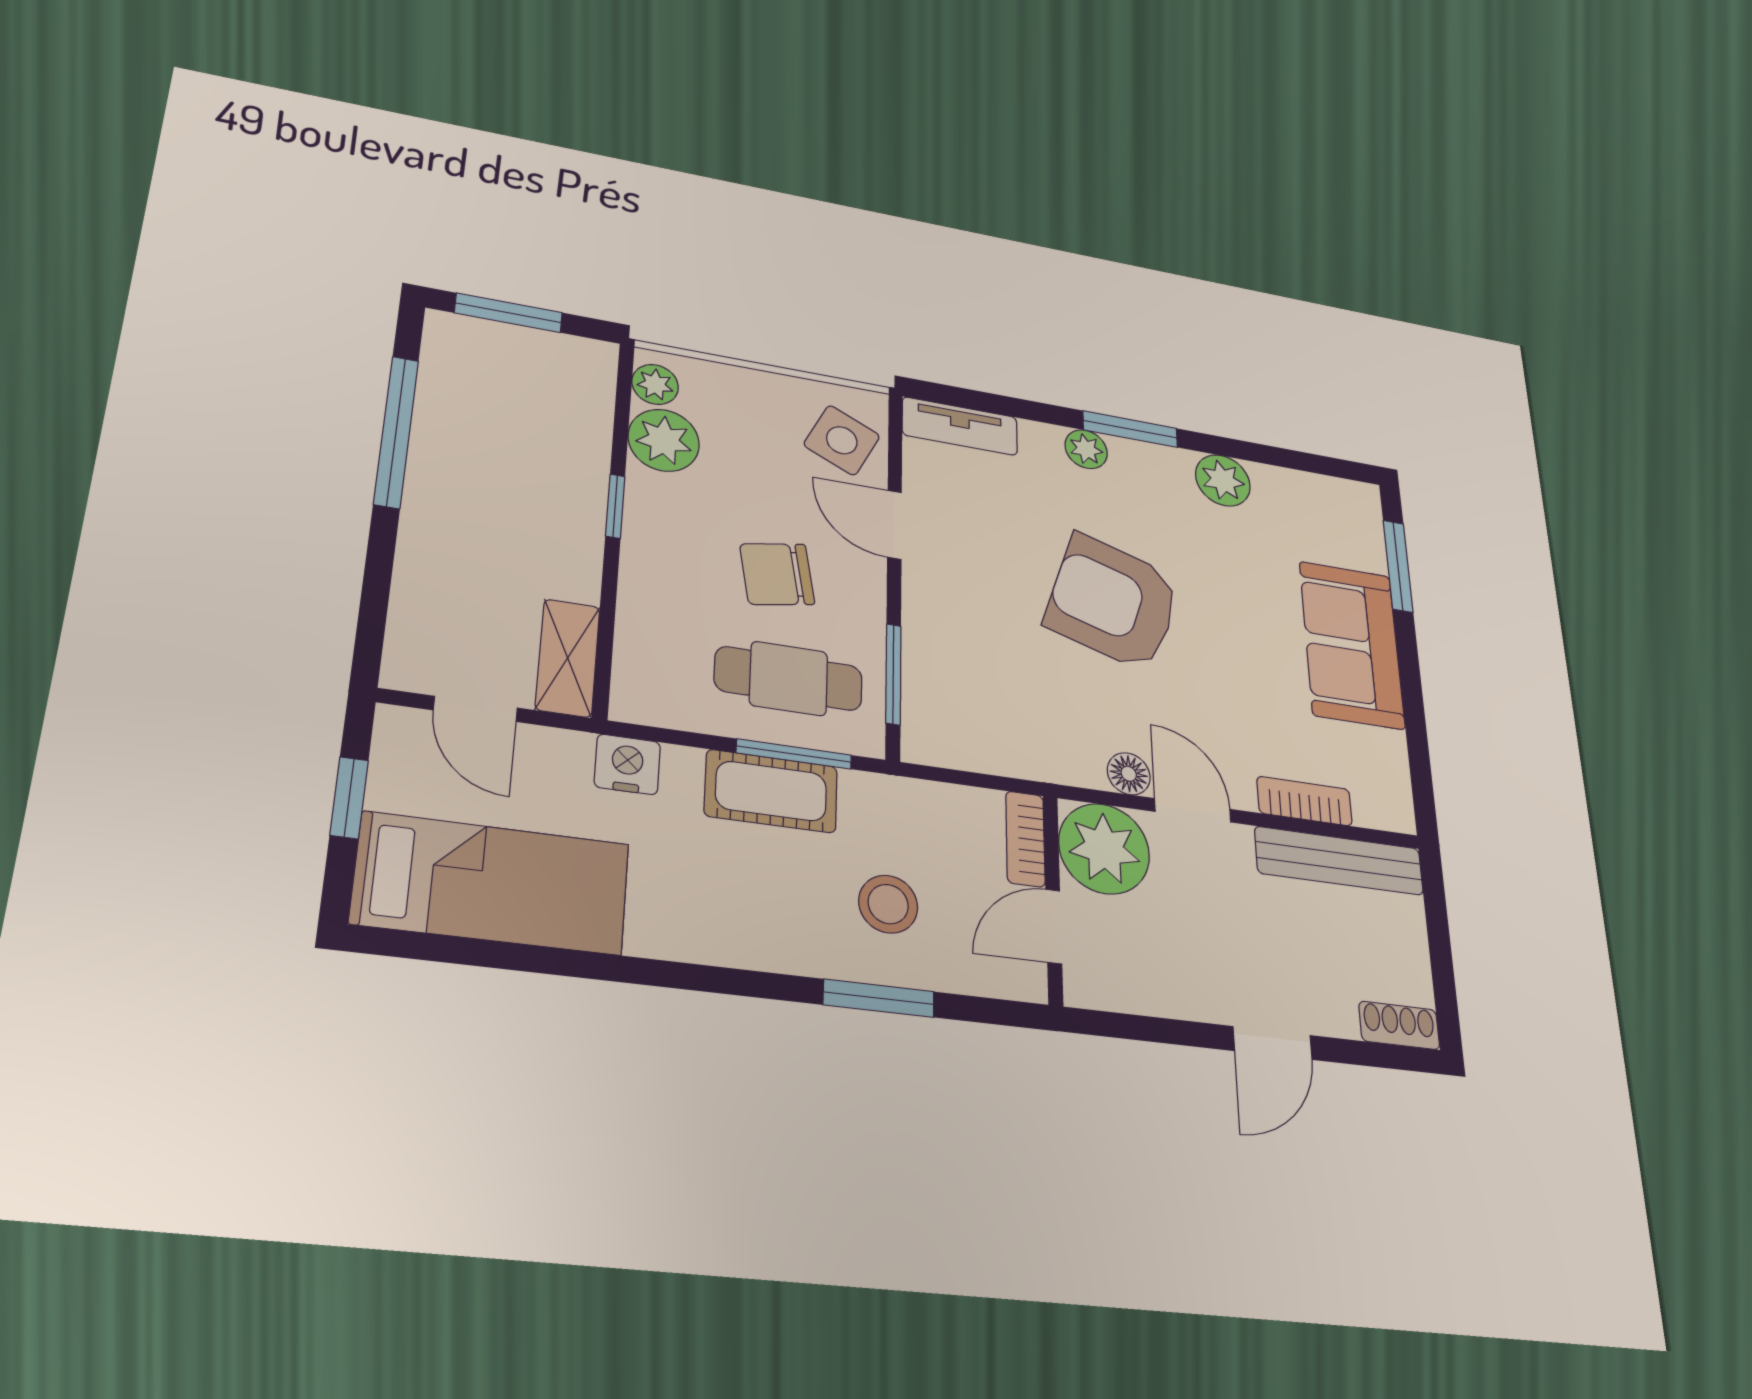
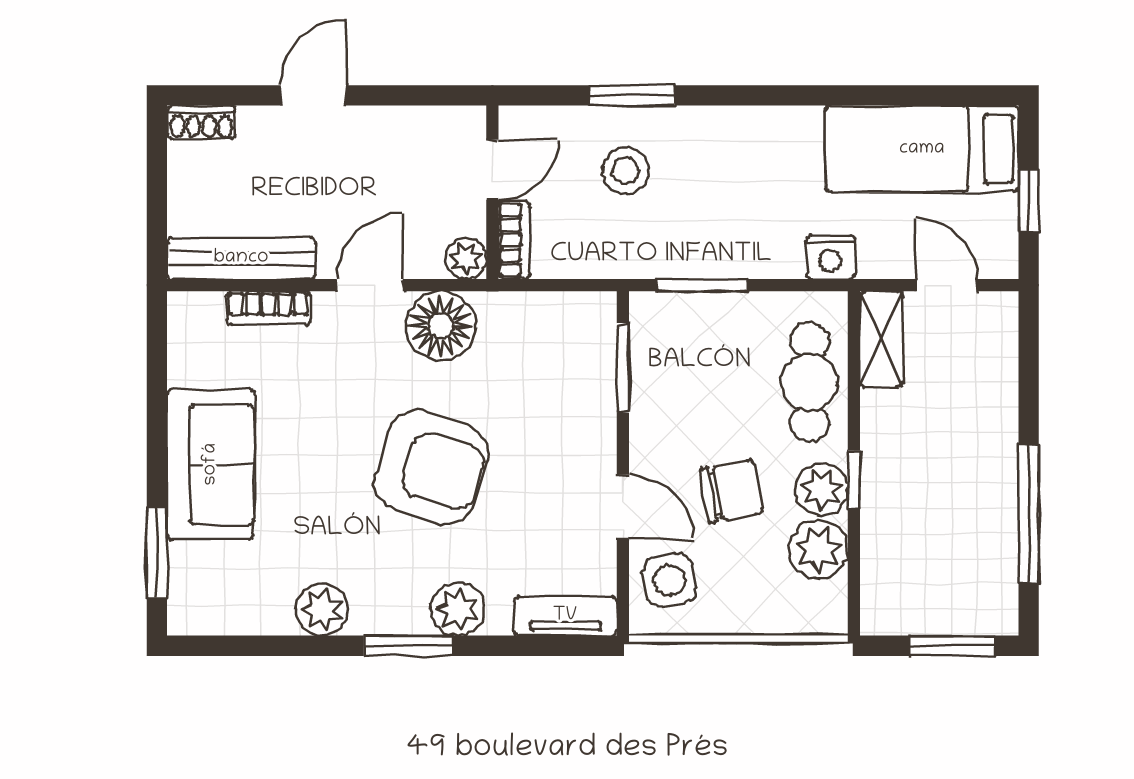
plant: (655, 384) -> (821, 490), moved, width x1.38, depth x1.38
side table: (842, 440) -> (669, 580), turned -37
plant: (1086, 449) -> (458, 609), width x1.38, depth x1.38
chair: (777, 574) -> (731, 491), moved
cafe table: (789, 678) -> (809, 382), moved, turned 90
floor lamp: (1129, 774) -> (440, 326), width x1.89, depth x1.89
cot: (771, 791) -> (719, 251), removed
door: (1193, 810) -> (370, 285), swing flipped
plant: (1104, 849) -> (466, 259), width x0.53, depth x0.53

